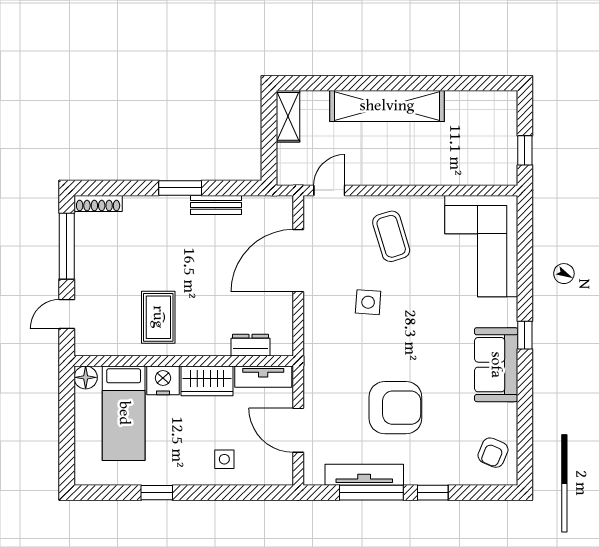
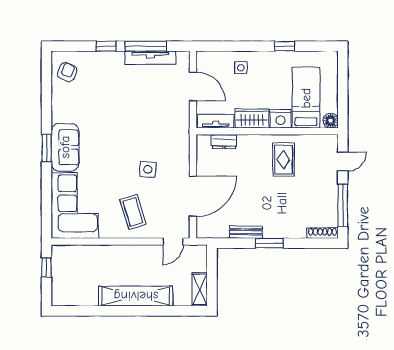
window: (525, 335) -> (46, 148), width x1.50
sofa: (496, 365) -> (65, 147), moved
armchair: (395, 408) -> (130, 101), removed

